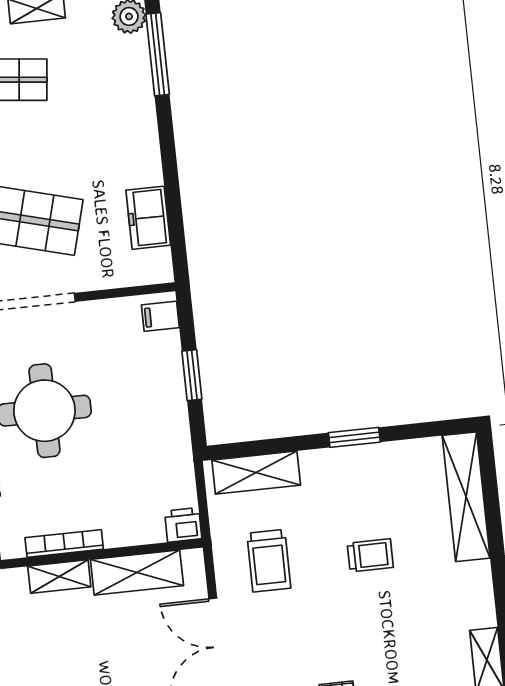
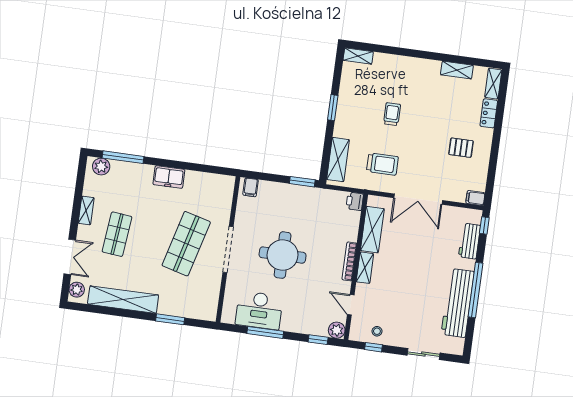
freezer: (148, 218) -> (169, 177), moved
window: (192, 375) -> (302, 182), moved
shelving: (466, 497) -> (358, 56), width x0.45, depth x0.75

